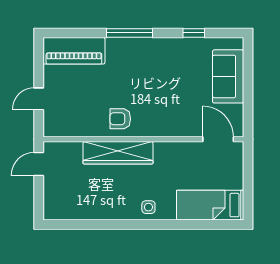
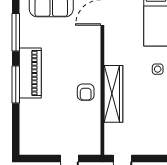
window: (194, 33) -> (16, 32), width x2.17
piano: (74, 51) -> (30, 73), moved

